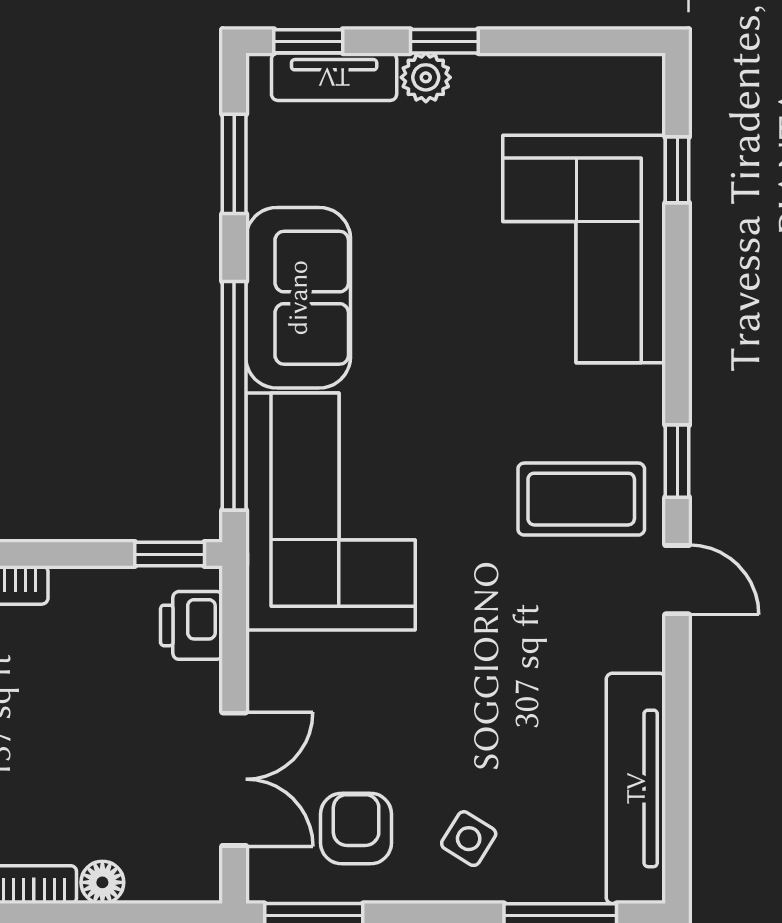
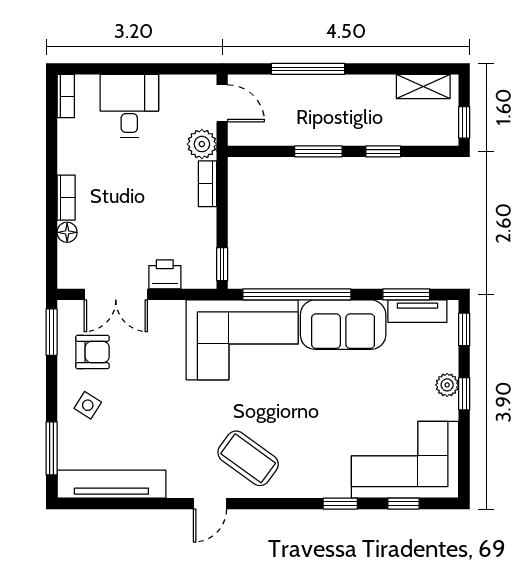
tv unit: (334, 77) -> (417, 311), moved, turned -90
corner sofa: (584, 249) -> (405, 460), moved
window: (677, 461) -> (340, 504), moved
coffee table: (581, 499) -> (248, 458), turned -54
printer: (192, 625) -> (165, 274), moved

